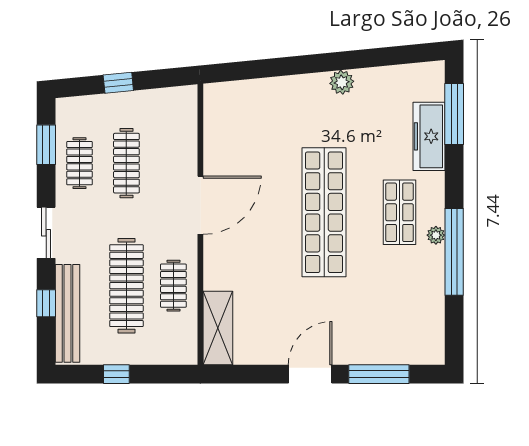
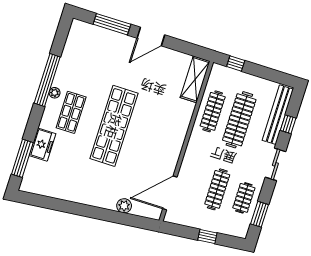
plant: (342, 82) -> (124, 206), moved
freezer: (429, 136) -> (42, 145), width x0.71
door: (200, 205) -> (170, 193), moved
clothes rail: (173, 286) -> (213, 111), width x1.36
window: (116, 374) -> (236, 63), moved

